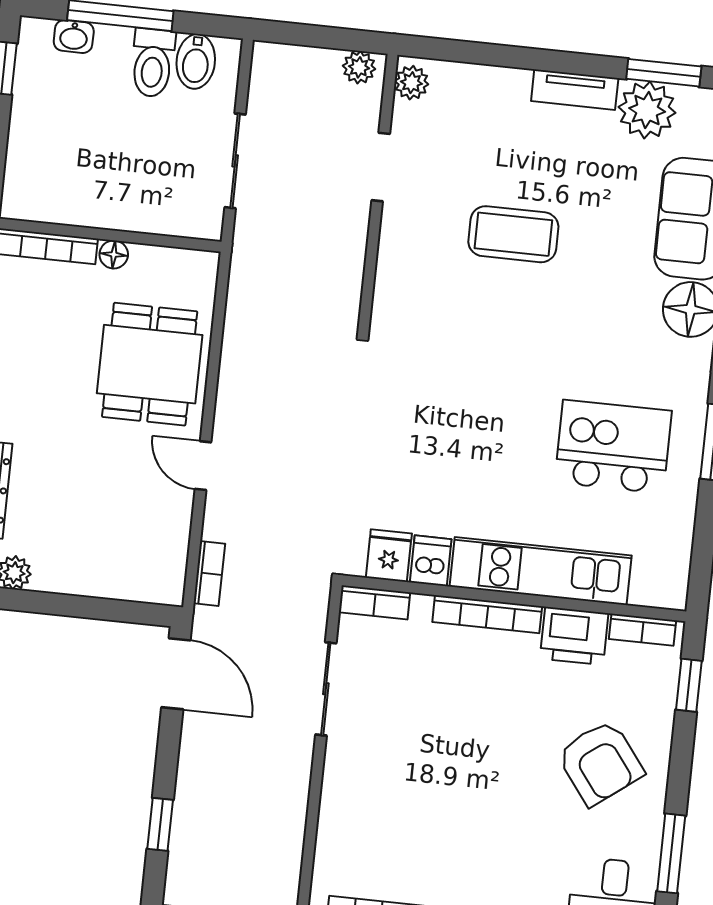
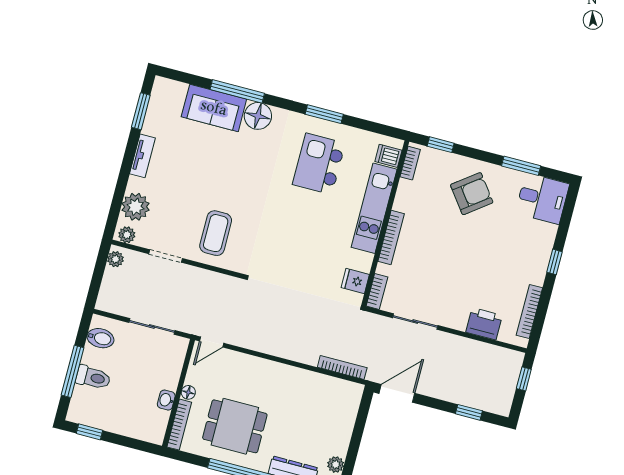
washbasin: (74, 36) -> (166, 400), moved, turned 180
toilet: (153, 63) -> (93, 377), moved
plant: (647, 110) -> (136, 207), moved
coffee table: (513, 234) -> (216, 233), moved
dining table: (150, 364) -> (235, 426), moved
door: (203, 466) -> (212, 342), moved
dishwasher: (431, 561) -> (388, 156), moved
bookcase: (209, 574) -> (342, 367), width x1.56
printer: (574, 636) -> (484, 324), moved, turned -90

